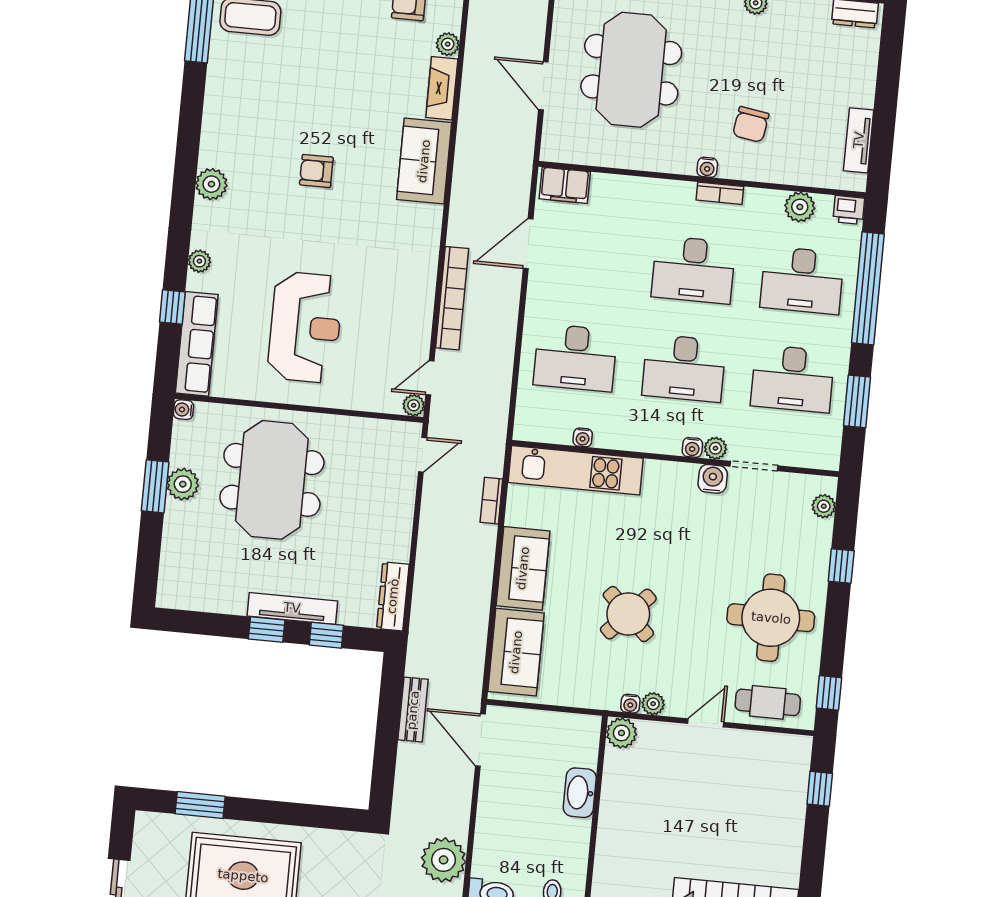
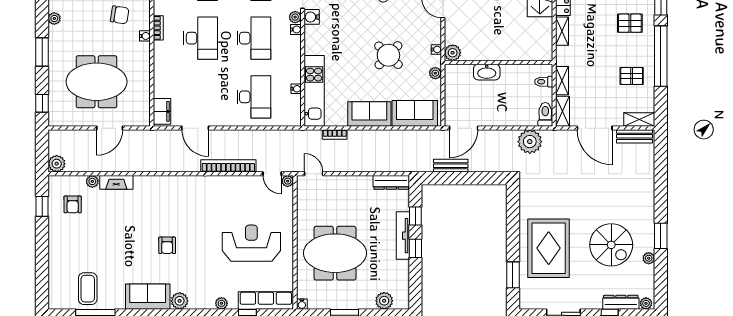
sofa: (424, 161) -> (148, 297), moved, turned 180
plant: (183, 484) -> (384, 301), moved
plant: (653, 704) -> (435, 73), moved

